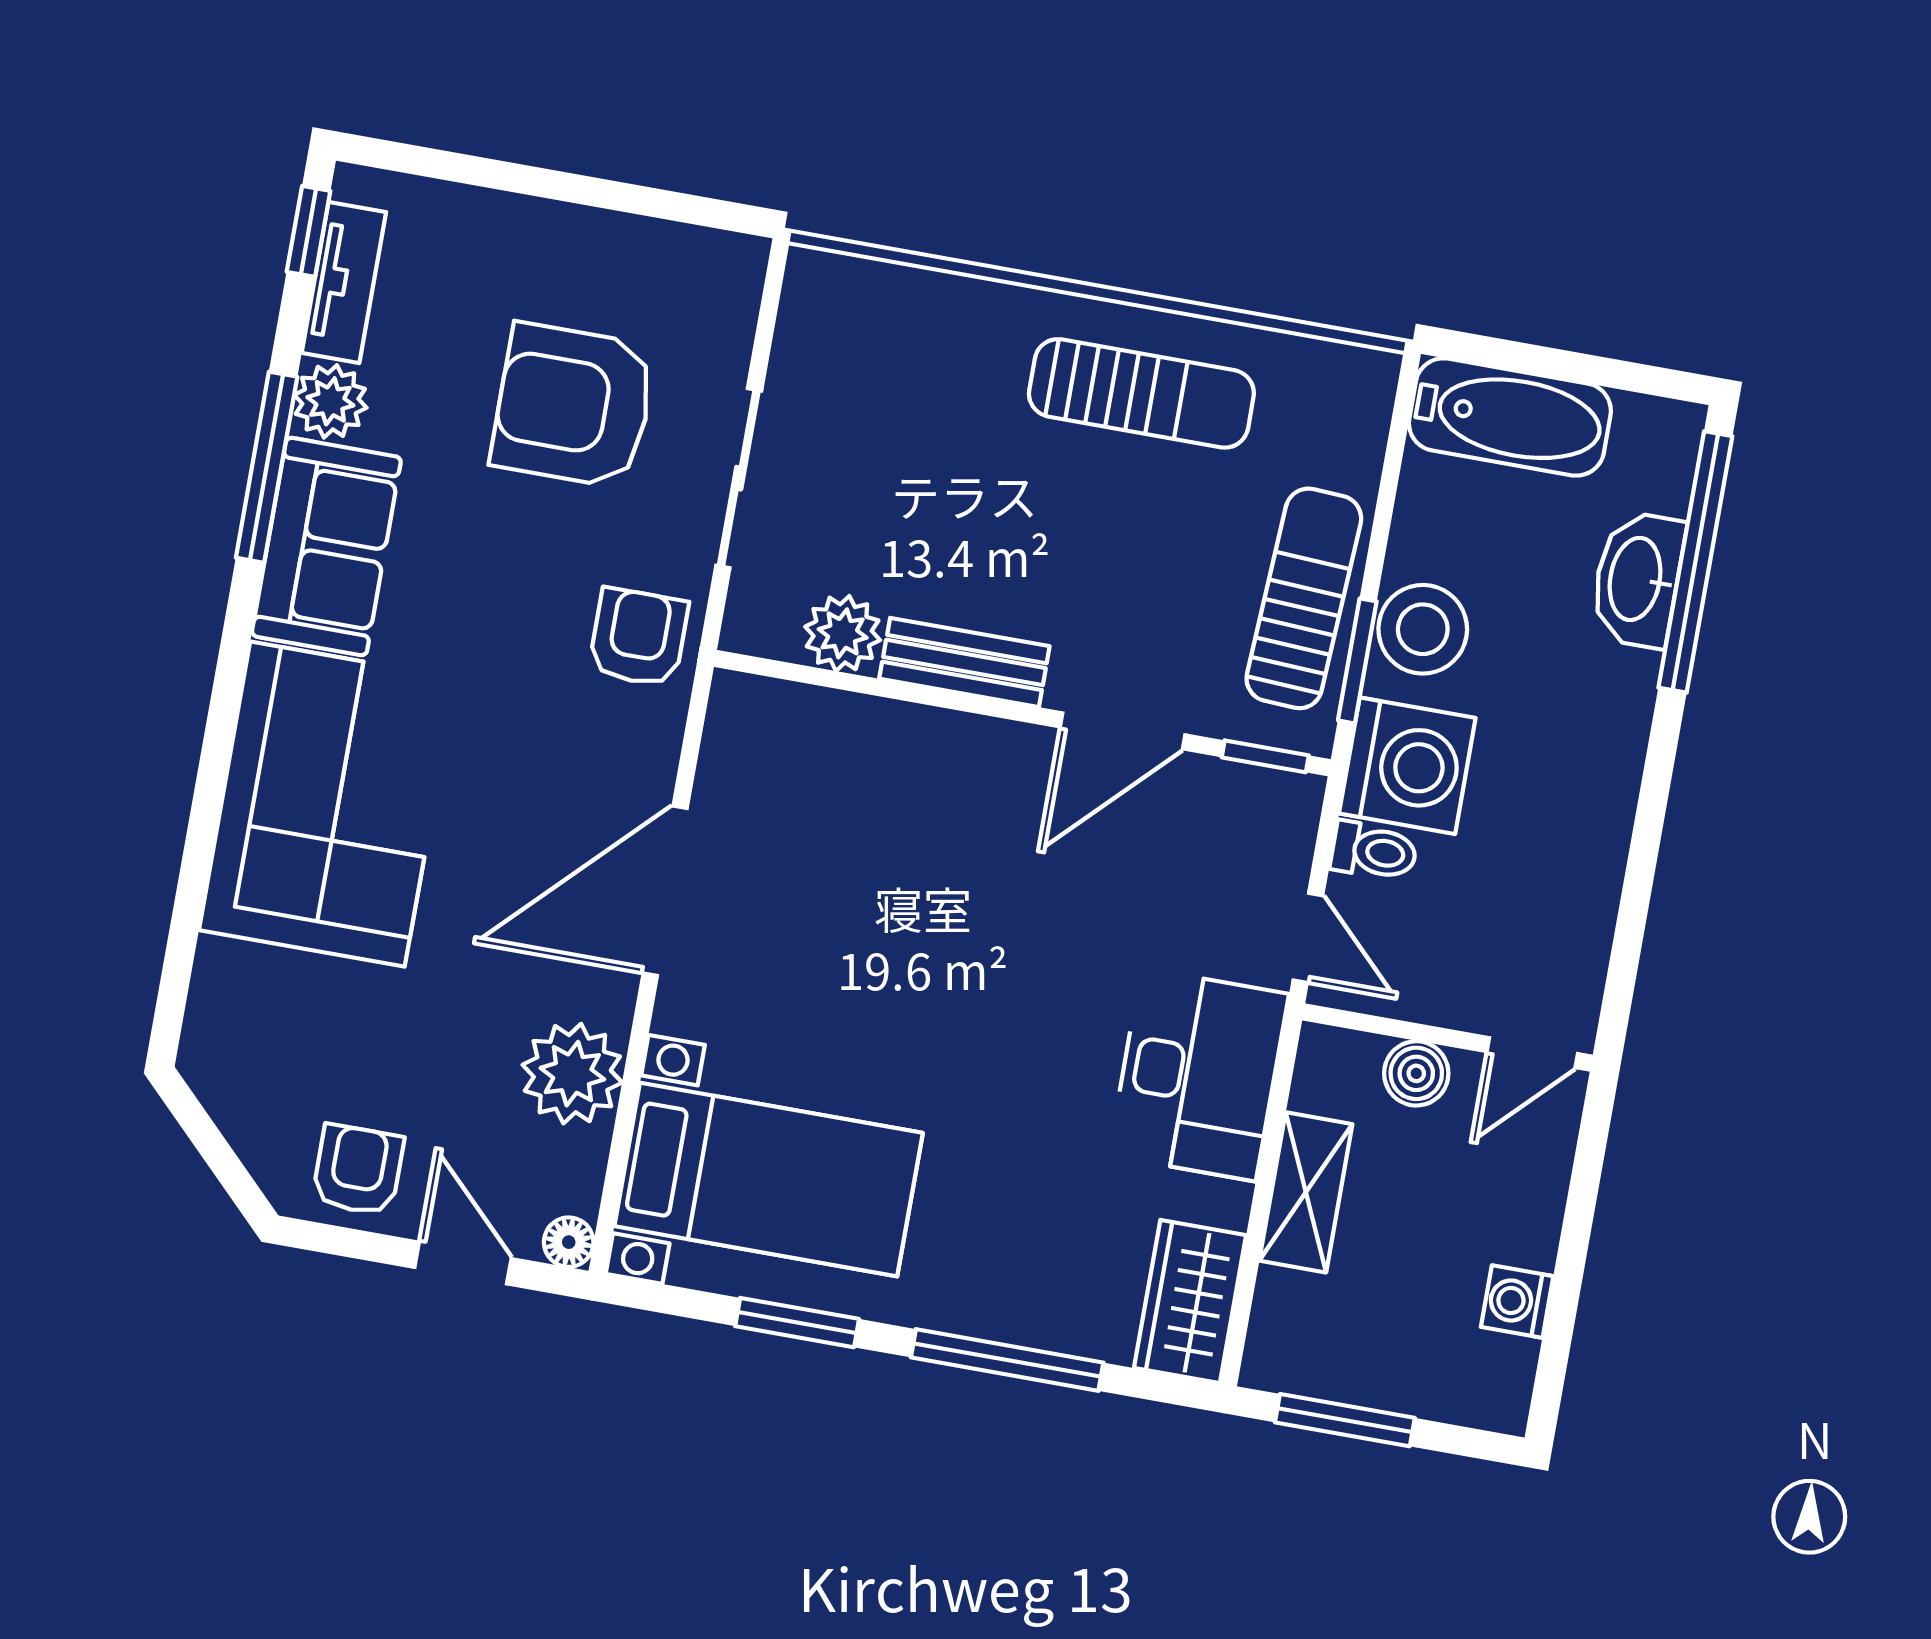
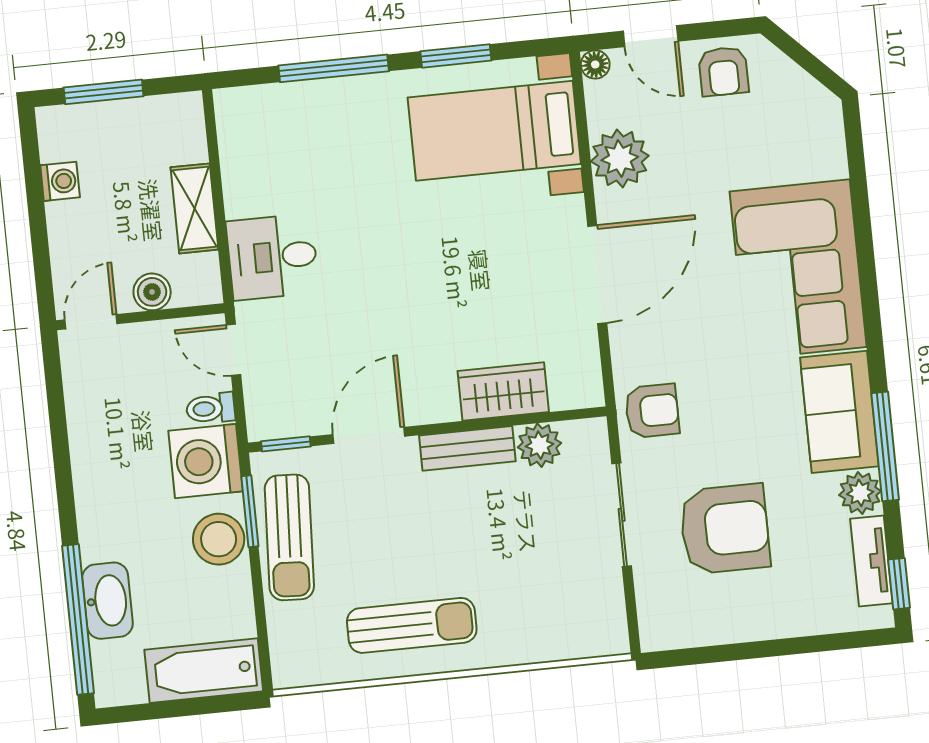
sun lounger: (1141, 393) -> (412, 625), turned 180
armchair: (638, 637) -> (652, 411), turned -90
desk: (1199, 1075) -> (272, 257), width x0.73
wardrobe: (1190, 1301) -> (503, 391), moved, turned -90
window: (1345, 1420) -> (104, 92), moved

